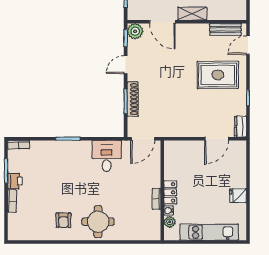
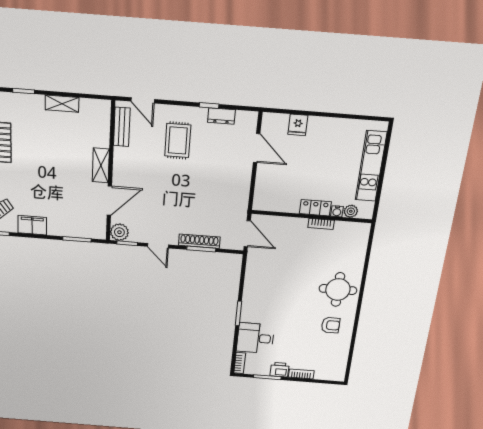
rug: (218, 75) -> (178, 141), width x0.73, depth x0.70
dresser: (240, 127) -> (221, 116), moved
desk: (107, 156) -> (255, 338), moved
fridge: (238, 196) -> (298, 125), moved

